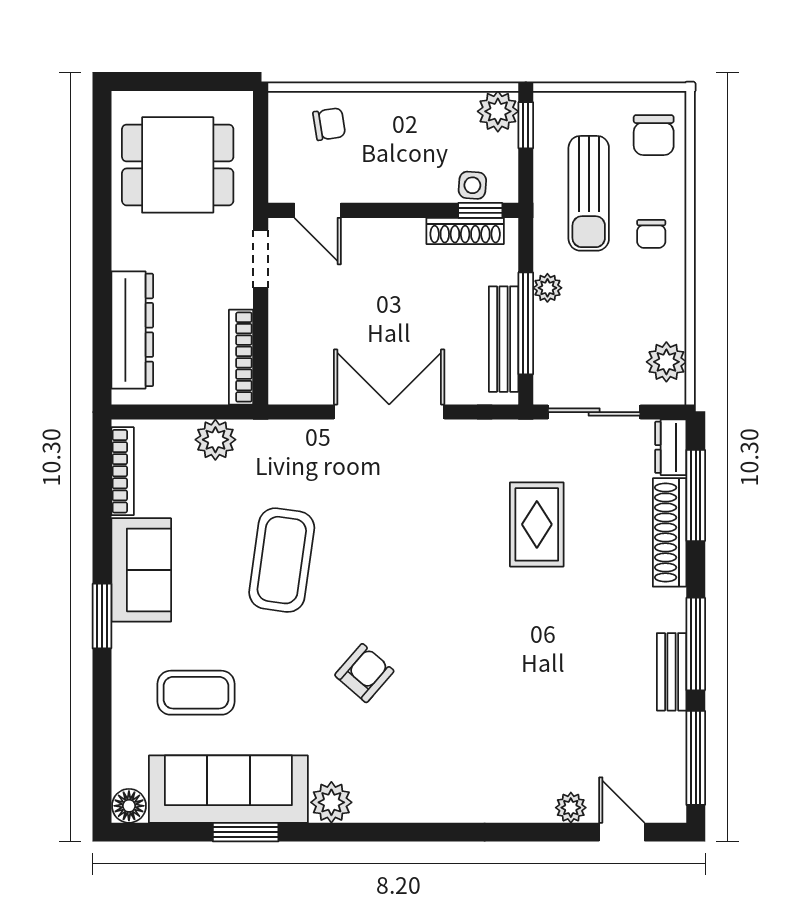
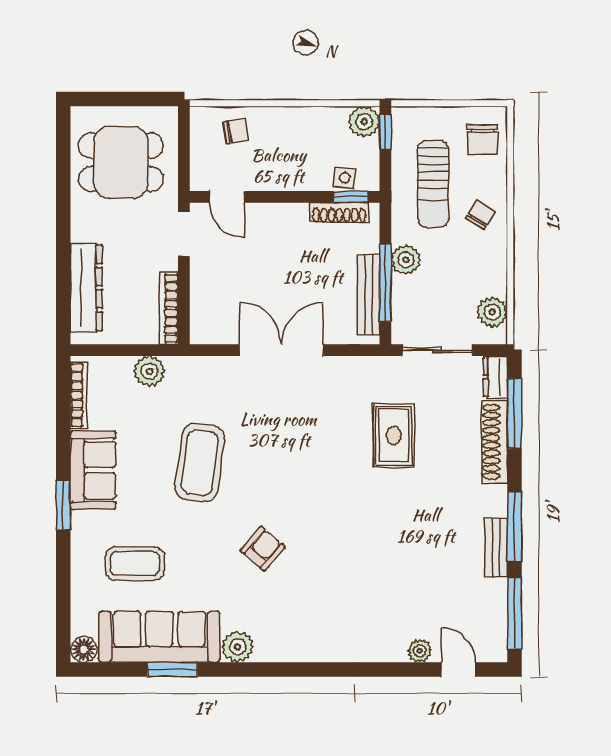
chair: (651, 234) -> (481, 215), turned -149
plant: (547, 288) -> (406, 260), width x1.38, depth x1.38

